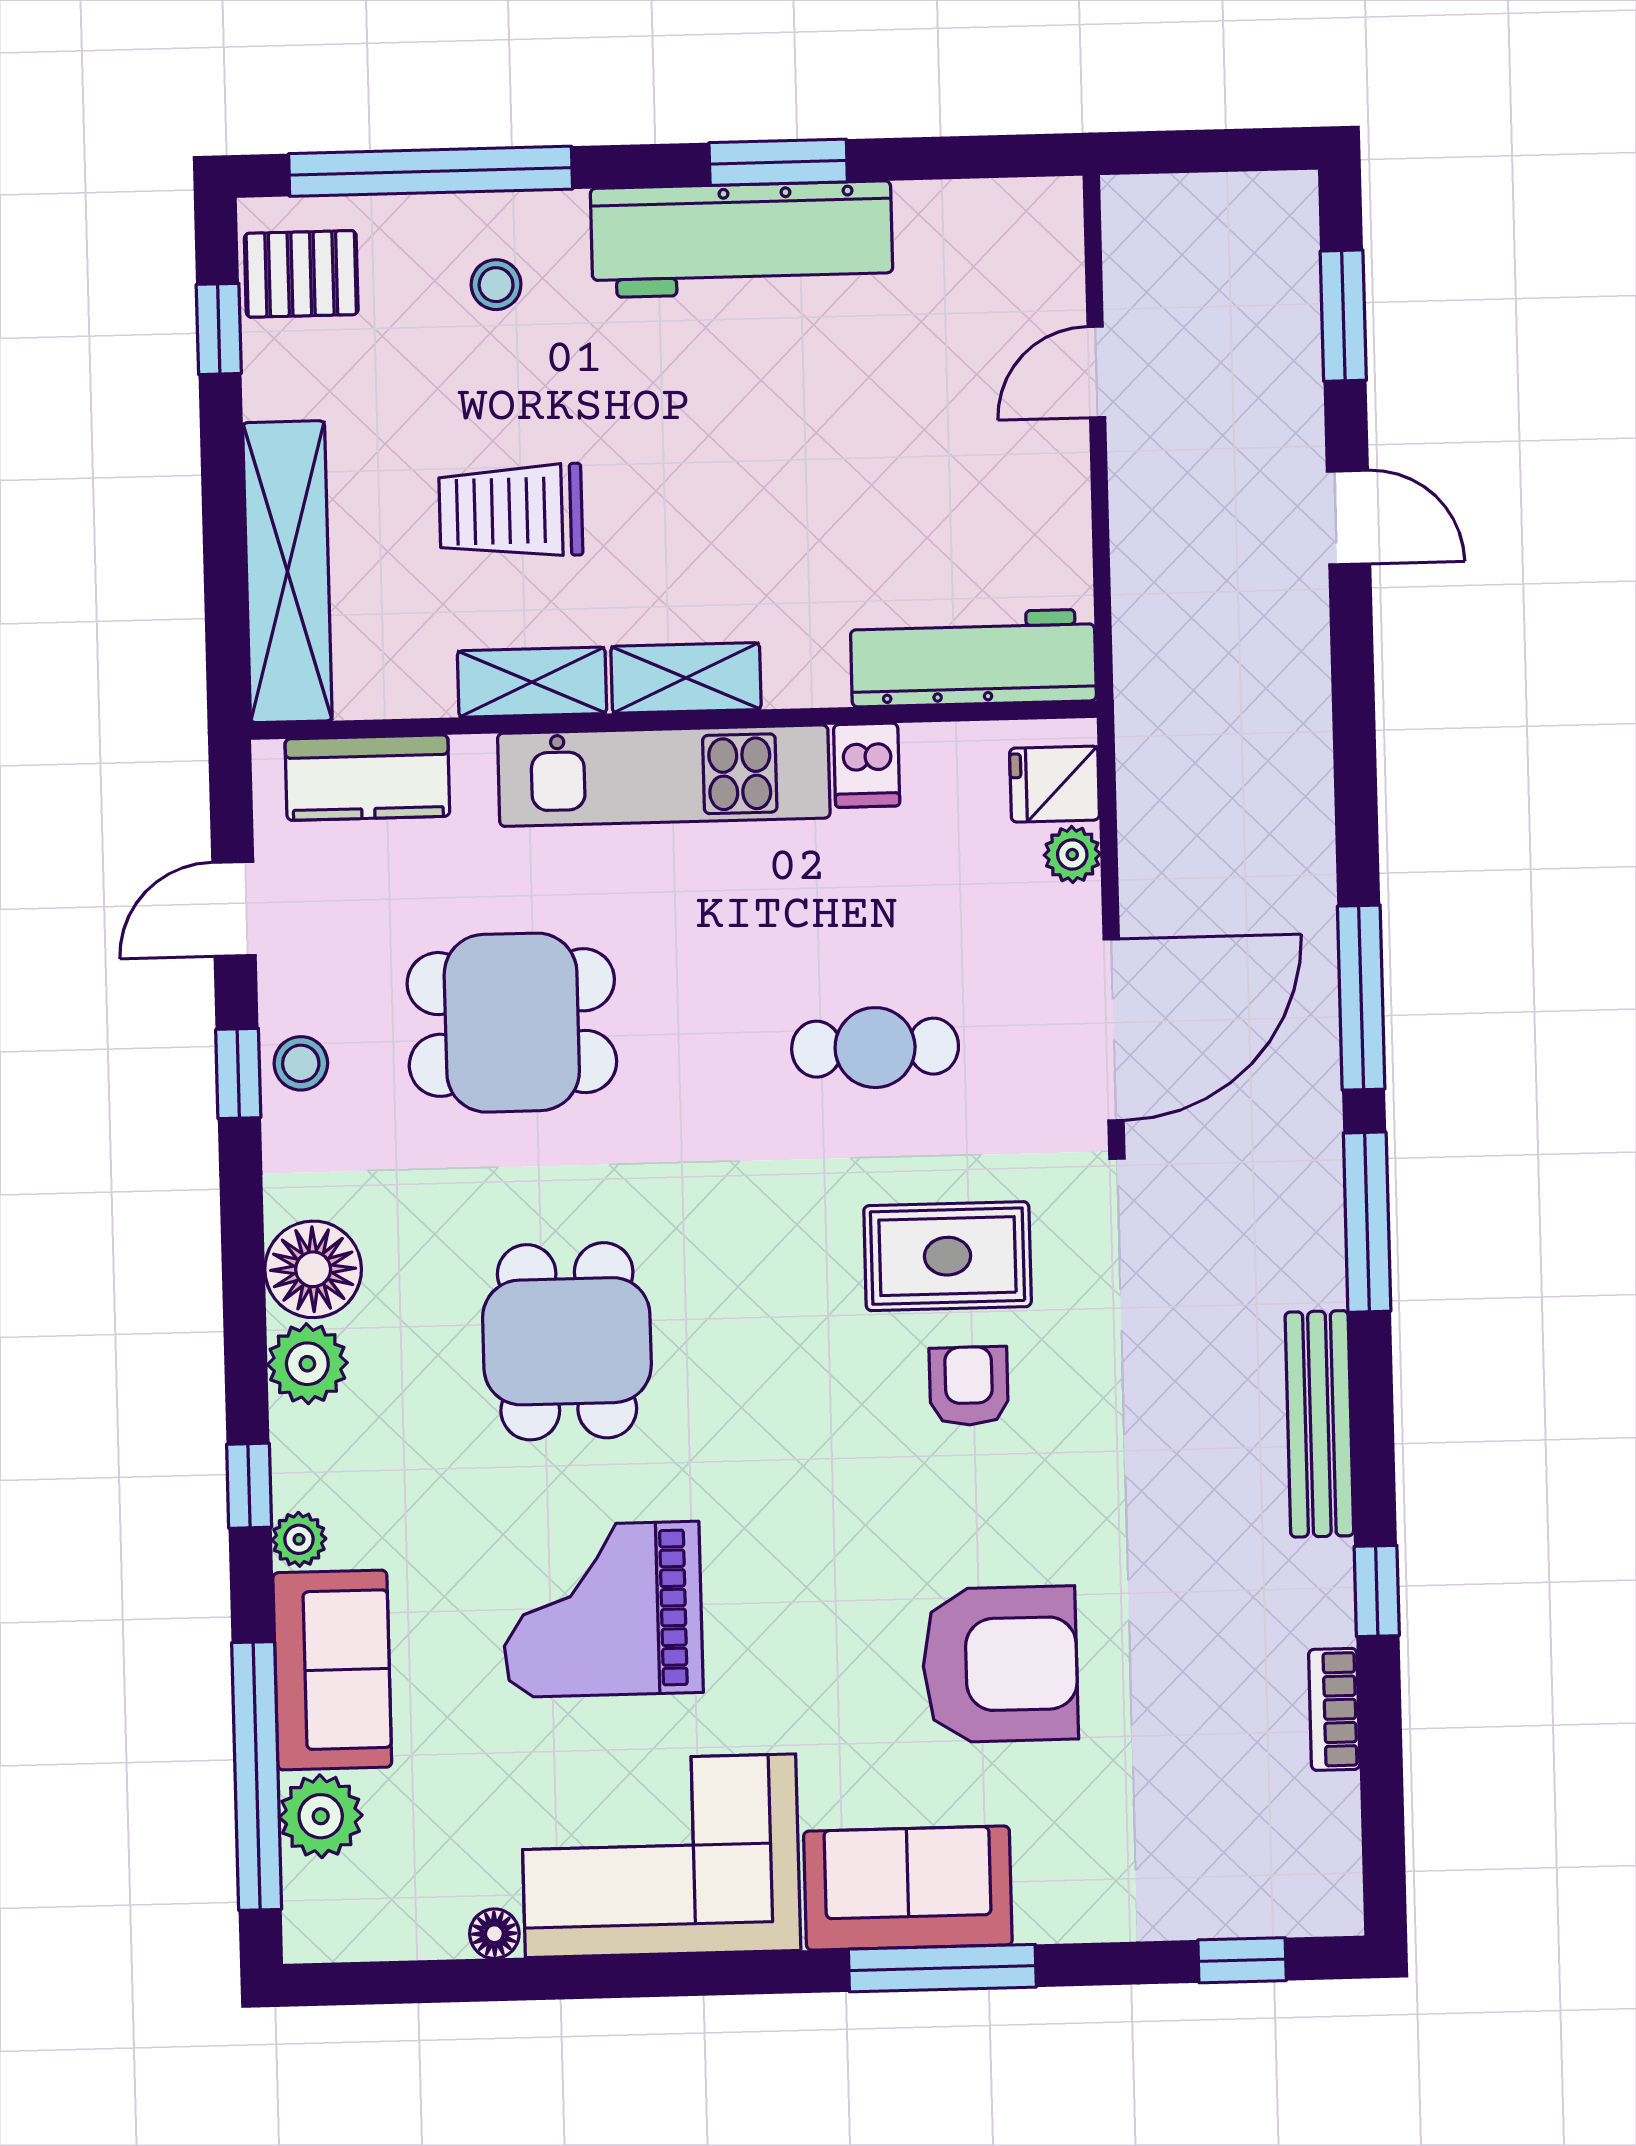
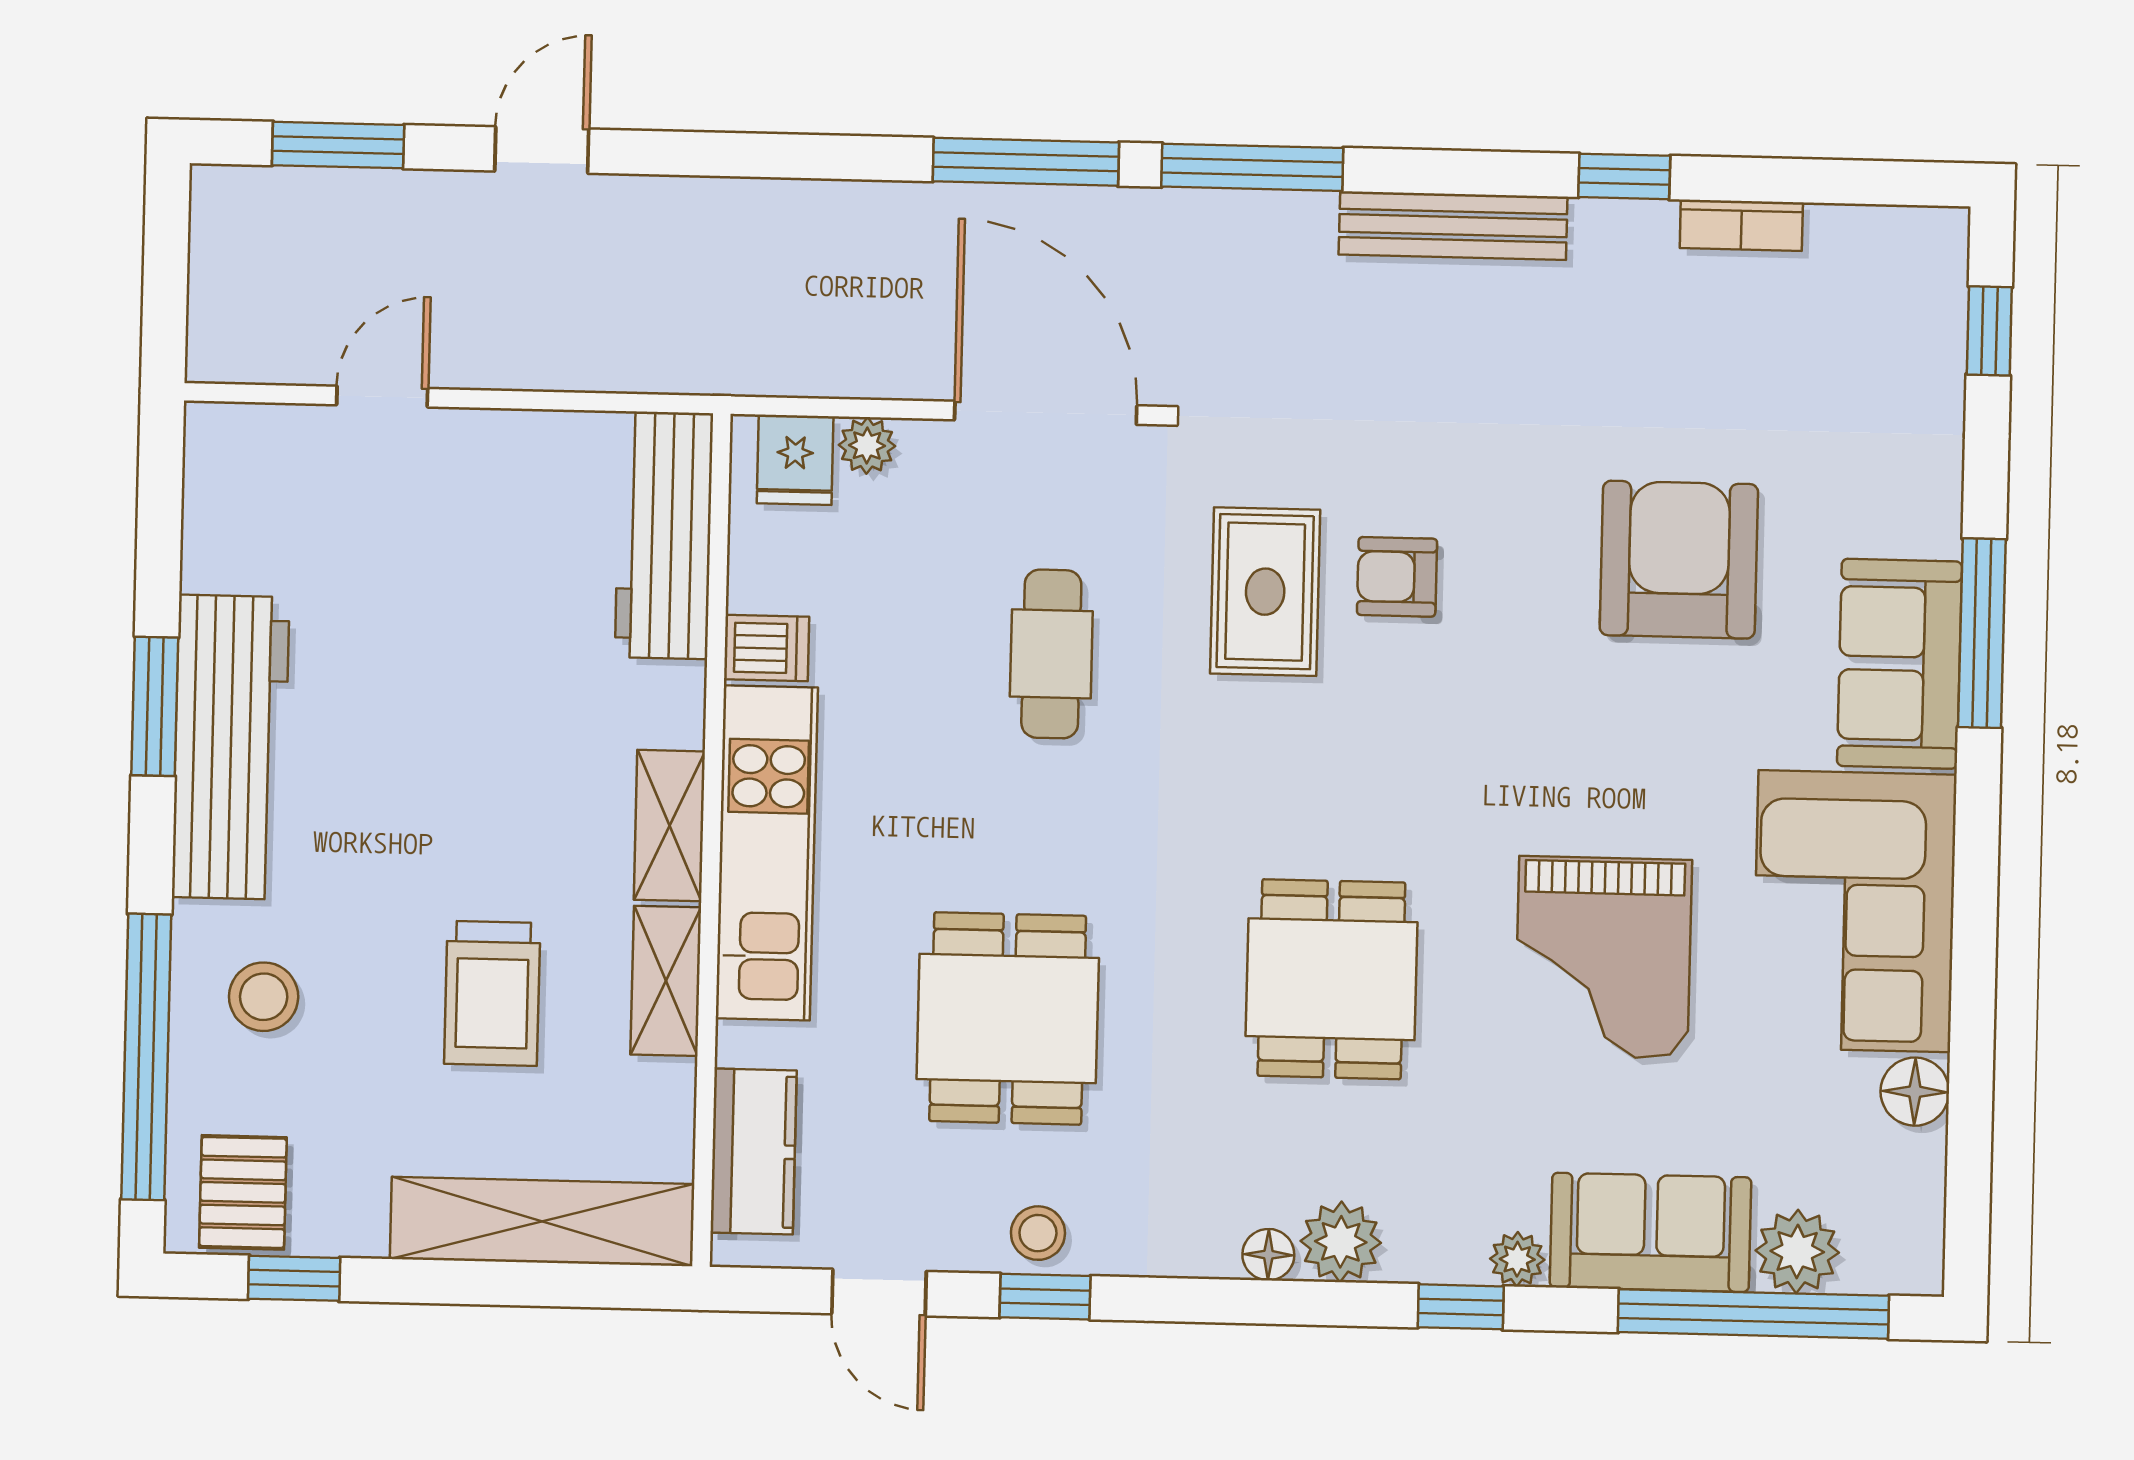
stool: (496, 285) -> (264, 997), width x1.37, depth x1.37
door: (1096, 372) -> (382, 397), swing flipped
floor lamp: (313, 1269) -> (1268, 1255), width x0.53, depth x0.53
dining table: (567, 1341) -> (1331, 979), turned 90
floor lamp: (494, 1934) -> (1915, 1092), width x1.37, depth x1.37

